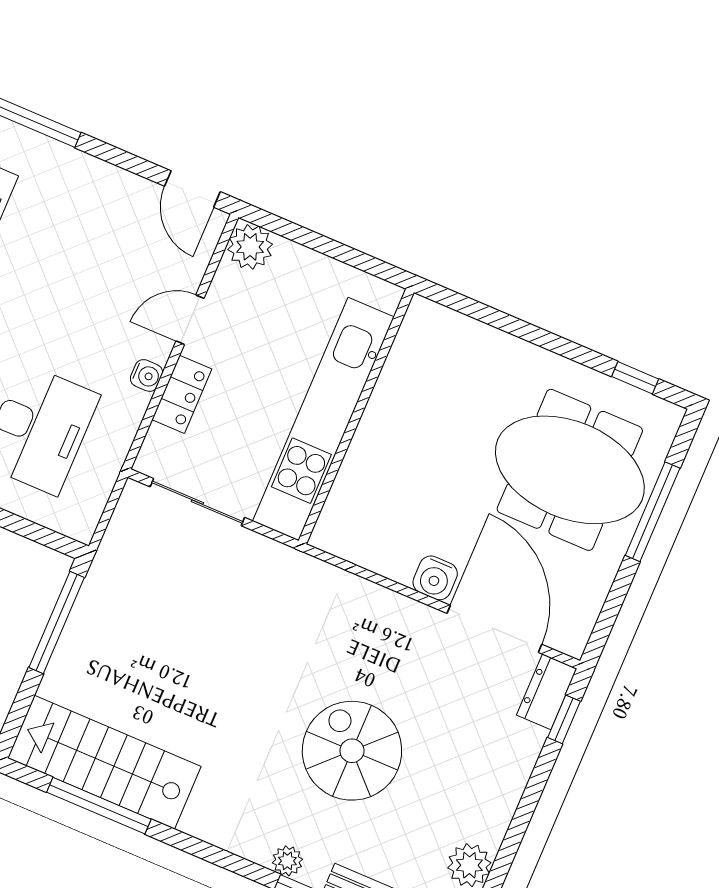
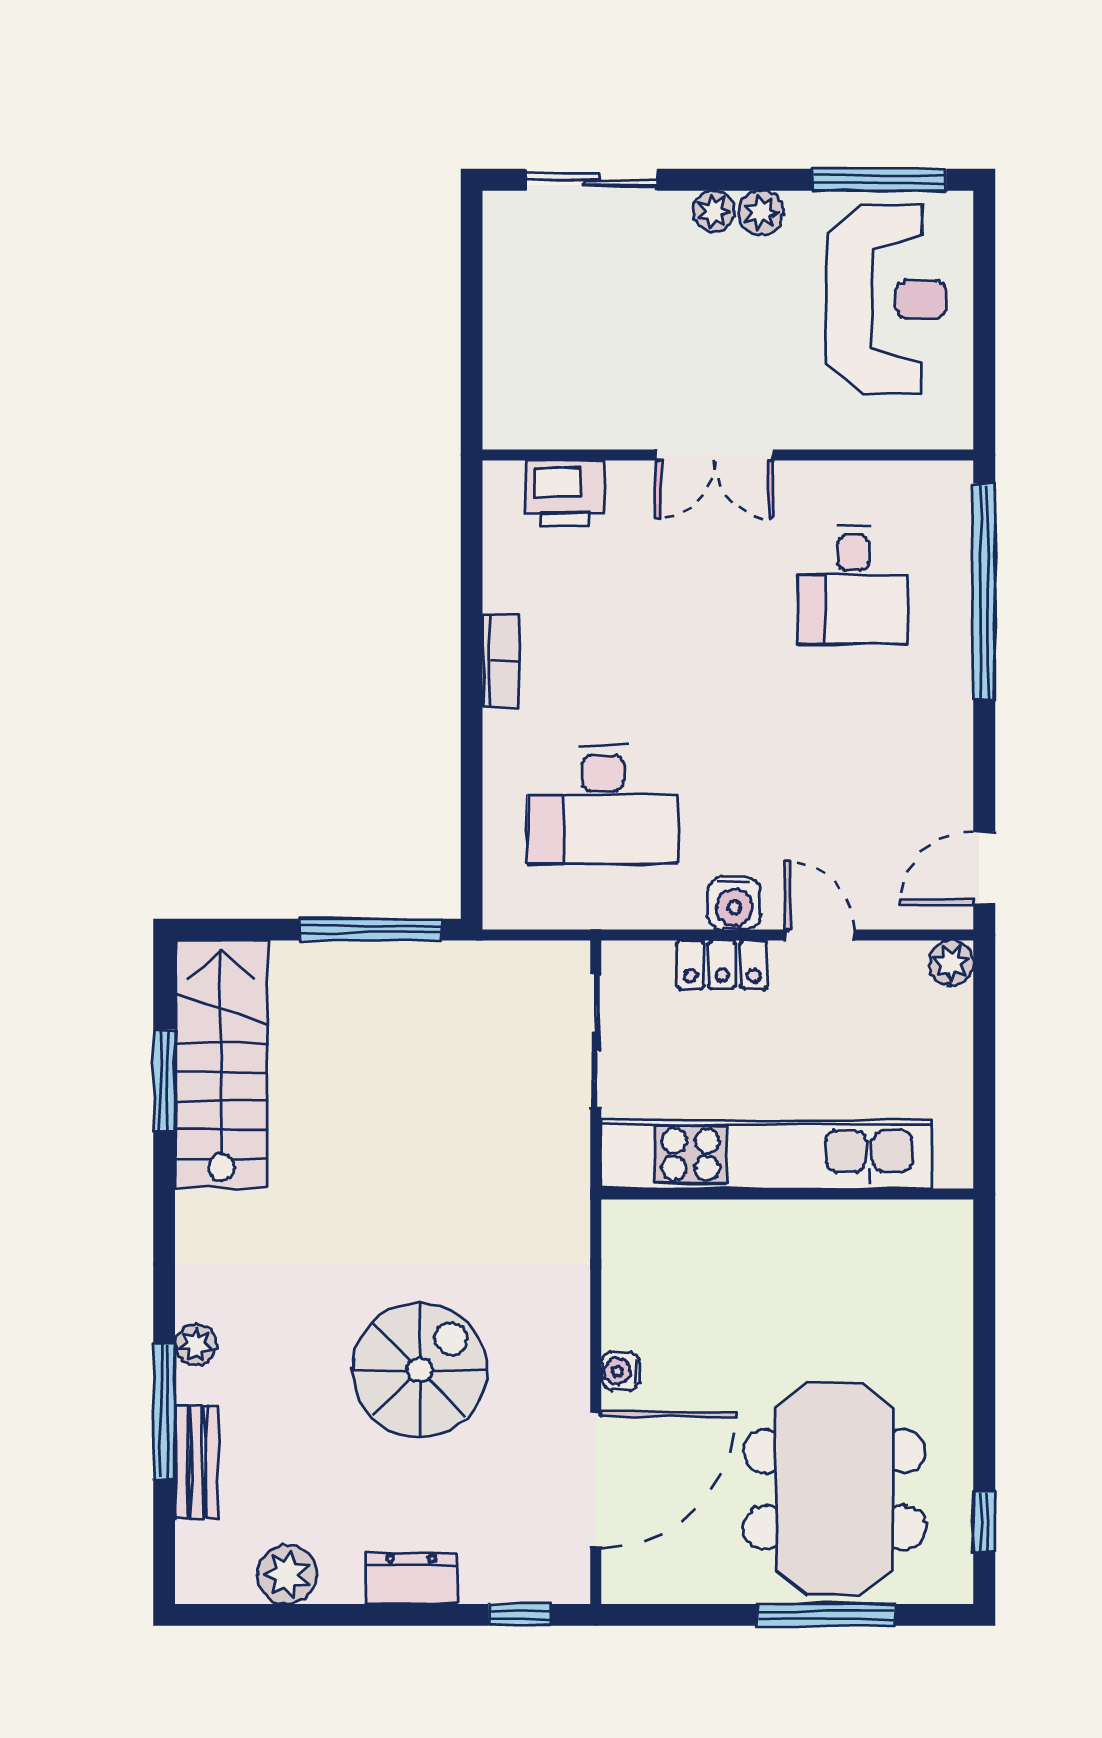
plant: (250, 247) -> (951, 963), width x0.73, depth x0.73
water cooler: (146, 375) -> (734, 903), width x1.38, depth x1.38
water cooler: (435, 578) -> (620, 1371), width x0.72, depth x0.72
dresser: (547, 692) -> (411, 1579), moved
spiral stairs: (352, 751) -> (420, 1370), moved
window: (99, 806) -> (164, 1080), width x0.69

